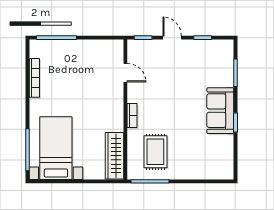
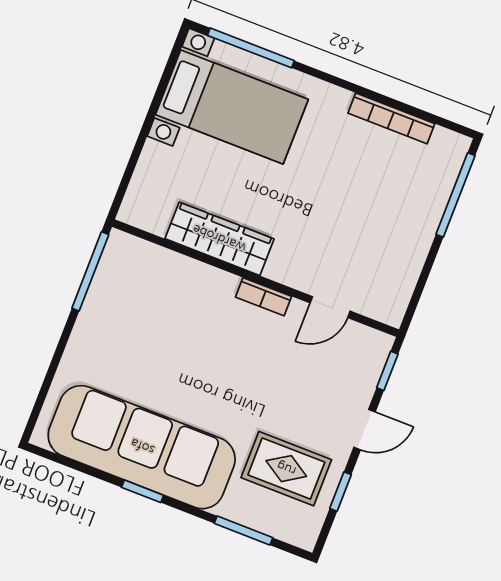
sofa: (220, 111) -> (142, 447), width x1.85, depth x1.27
bookcase: (132, 116) -> (263, 297), moved
rug: (155, 152) -> (286, 469), moved
wardrobe: (114, 156) -> (219, 239), moved

